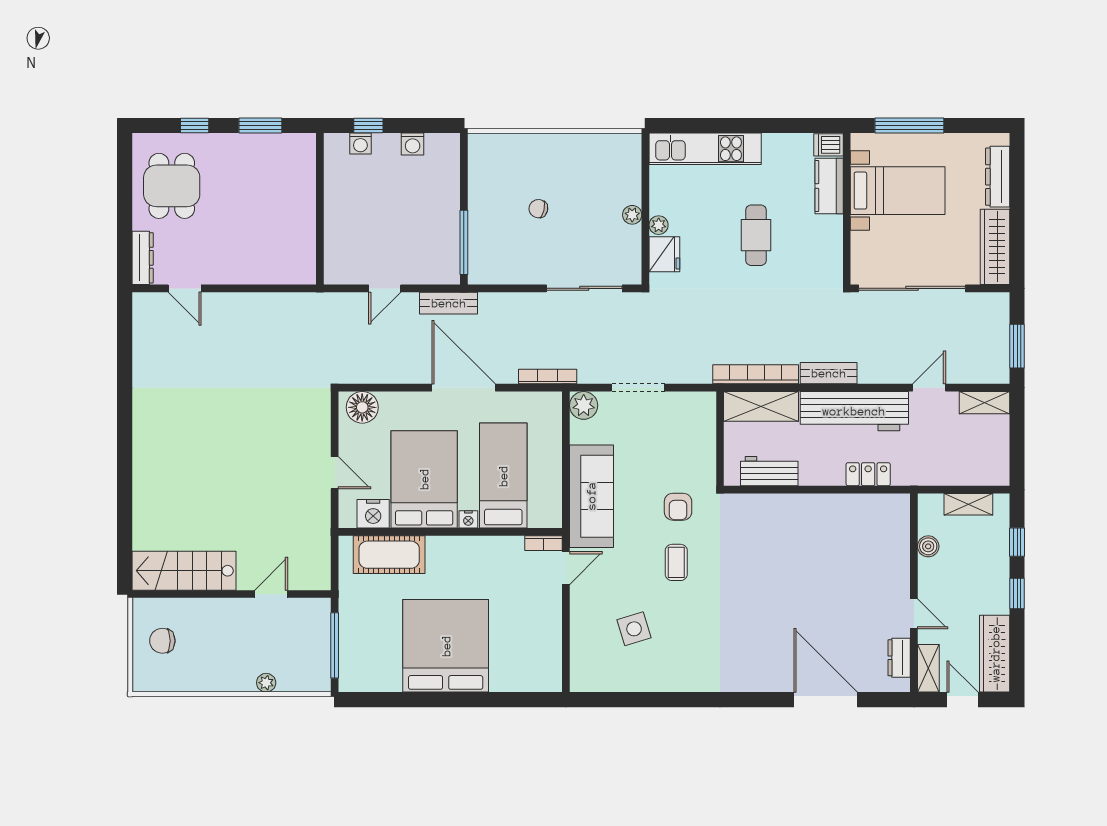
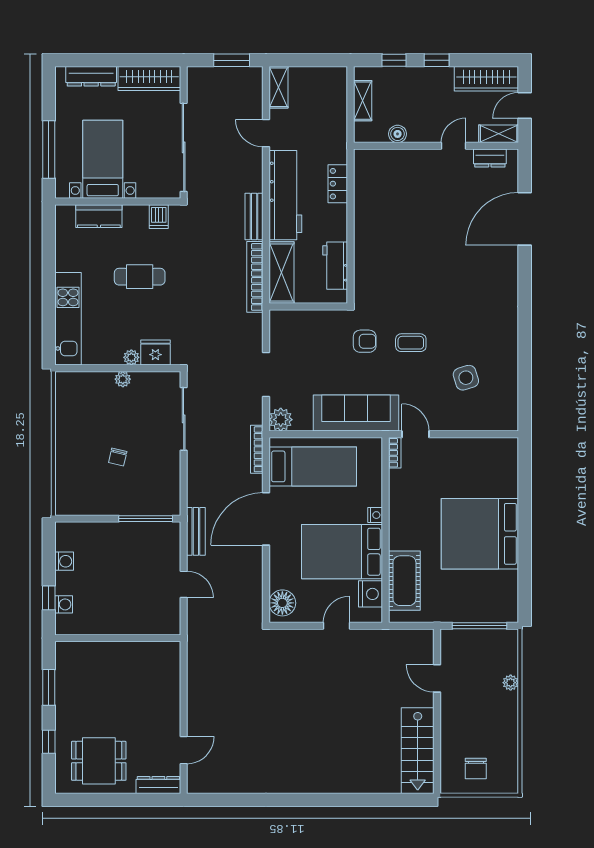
dishwasher: (828, 145) -> (159, 217), moved
bed: (503, 476) -> (313, 466), moved, turned 180

